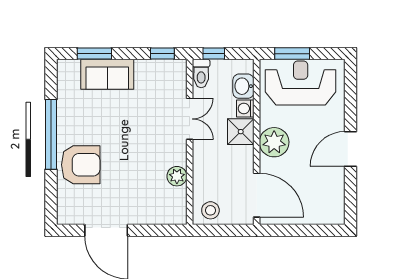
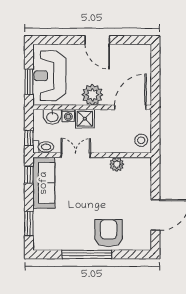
sofa: (107, 74) -> (44, 183), moved, width x1.36

